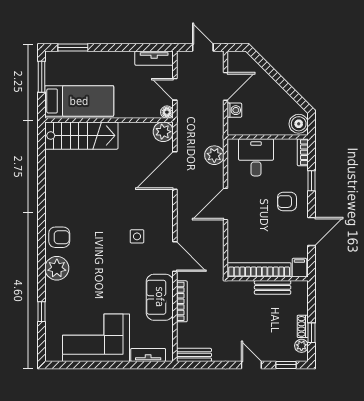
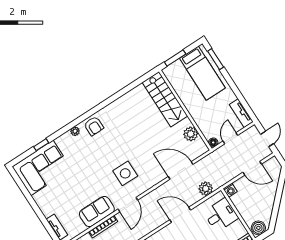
window: (42, 77) -> (175, 58), moved
bed: (79, 101) -> (202, 73), moved
washing machine: (234, 110) -> (230, 190), moved
plant: (163, 132) -> (191, 134), moved
side table: (137, 236) -> (125, 173), width x1.87, depth x1.87
plant: (57, 268) -> (75, 131), width x0.53, depth x0.53
corner sofa: (96, 338) -> (42, 168), moved, turned 90

